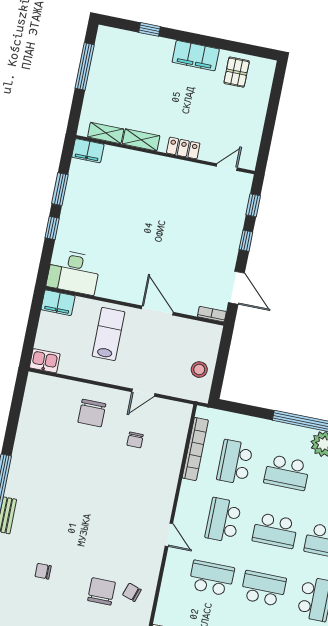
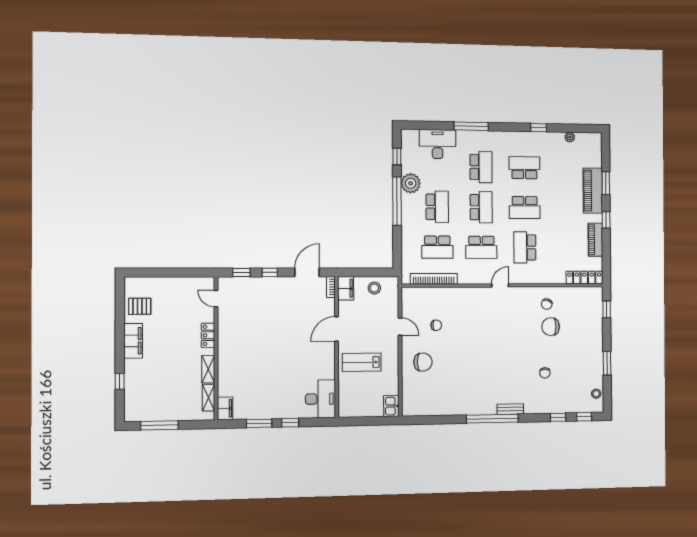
filing cabinet: (58, 303) -> (346, 288), moved
school desk: (263, 589) -> (525, 208), turned -90

